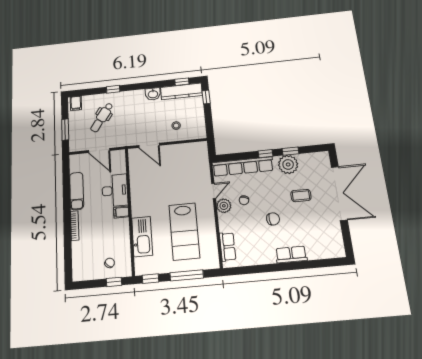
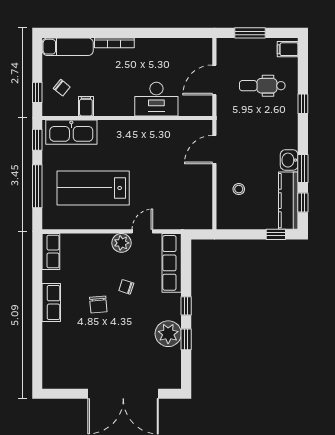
window: (158, 84) -> (303, 169), added
dental chair: (102, 117) -> (262, 86), turned -35
row of seats: (243, 166) -> (172, 263), width x0.73
exam couch: (77, 191) -> (68, 47), moved
door: (214, 191) -> (142, 231), swing flipped
coffee table: (301, 196) -> (125, 344), removed
chair: (244, 200) -> (126, 287), moved
filing cabinet: (121, 212) -> (86, 106), moved
kitchen sink: (142, 237) -> (71, 132), moved
row of seats: (228, 247) -> (51, 252), moved, turned -90
row of seats: (291, 255) -> (51, 302), moved

